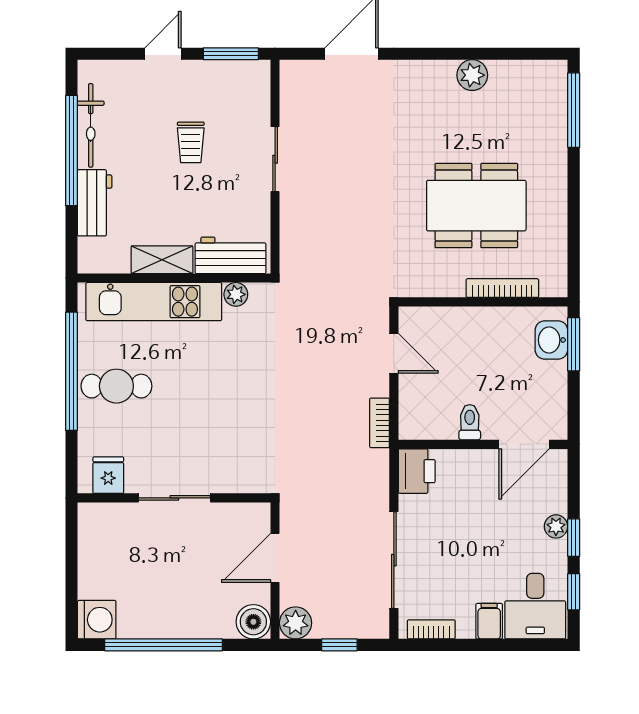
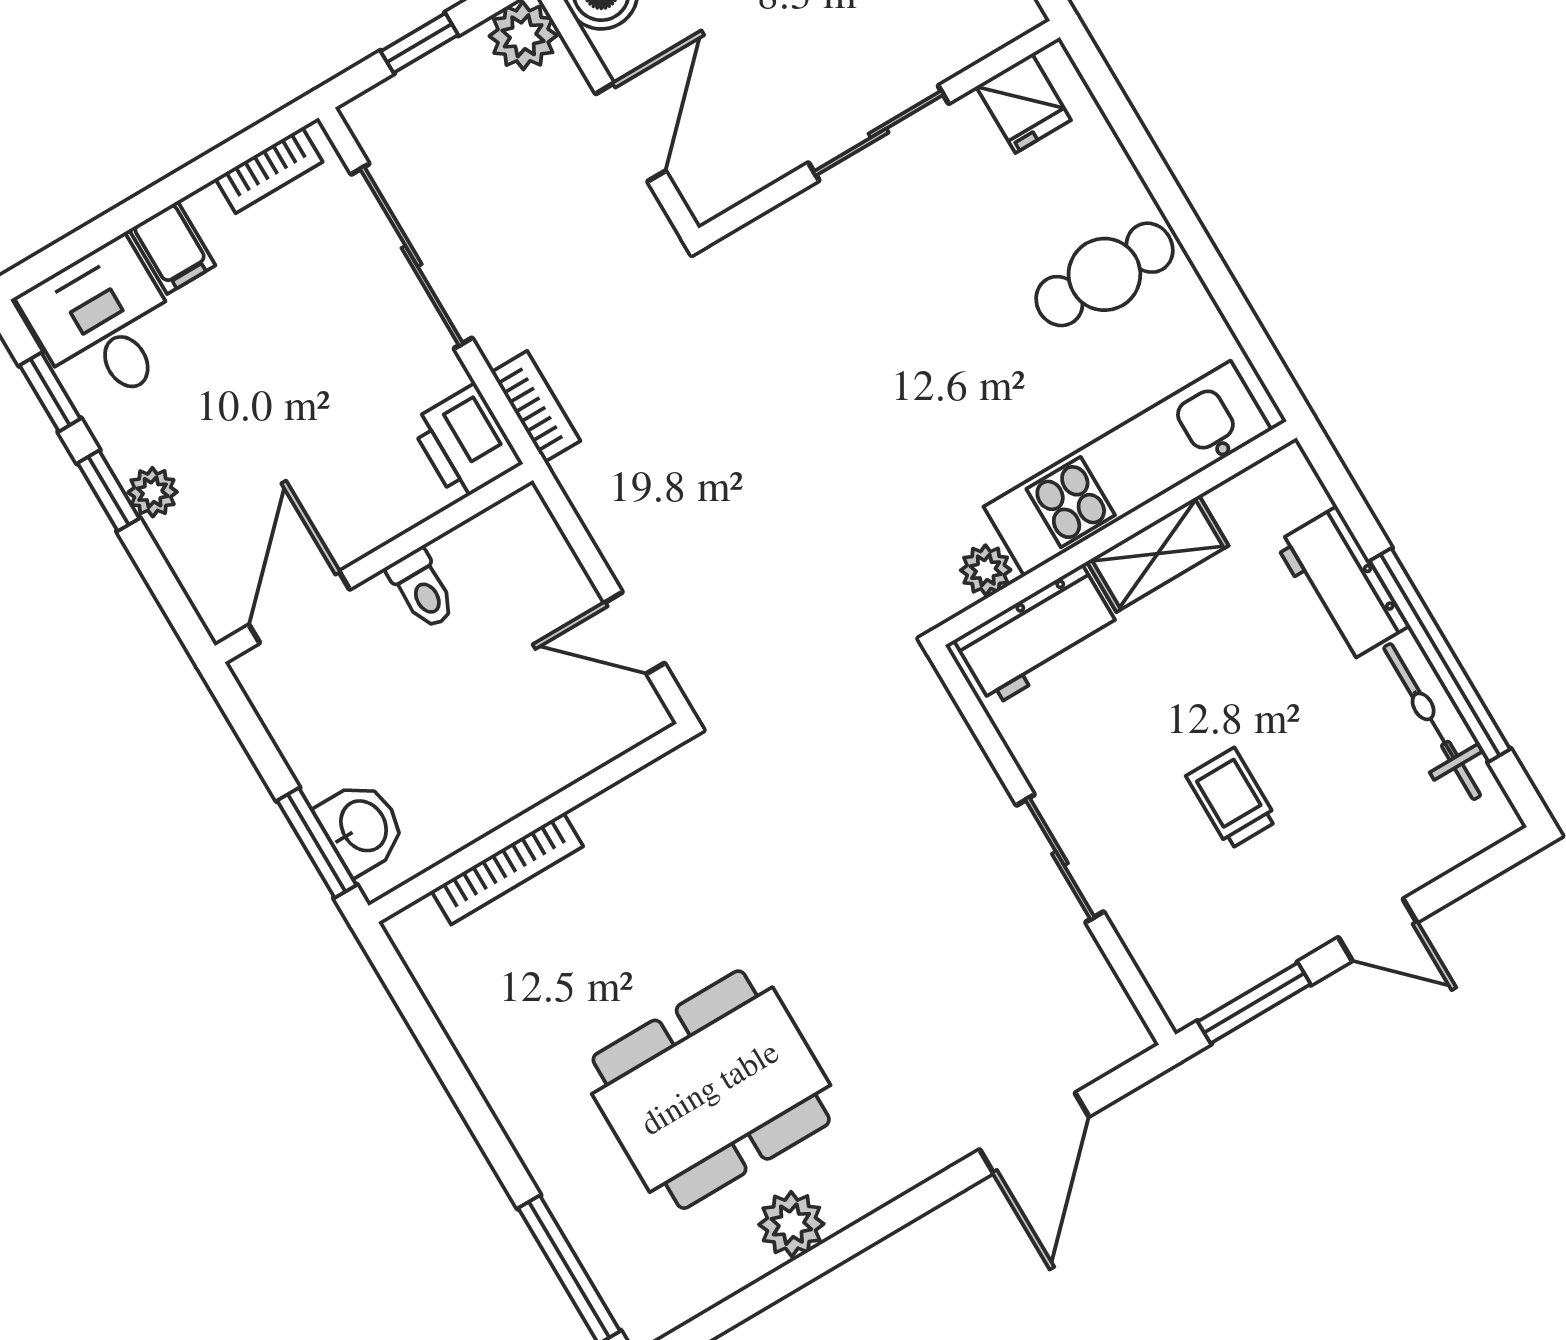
door: (163, 54) -> (1378, 930), hinge flipped
dining table: (476, 206) -> (711, 1090), moved
window: (72, 371) -> (1202, 253), removed
bookcase: (379, 423) -> (536, 406), moved

